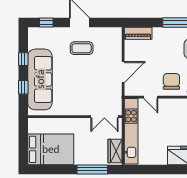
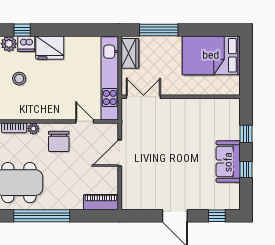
coffee table: (82, 48) -> (172, 183), removed
sofa: (40, 79) -> (228, 162), width x0.54, depth x0.79

